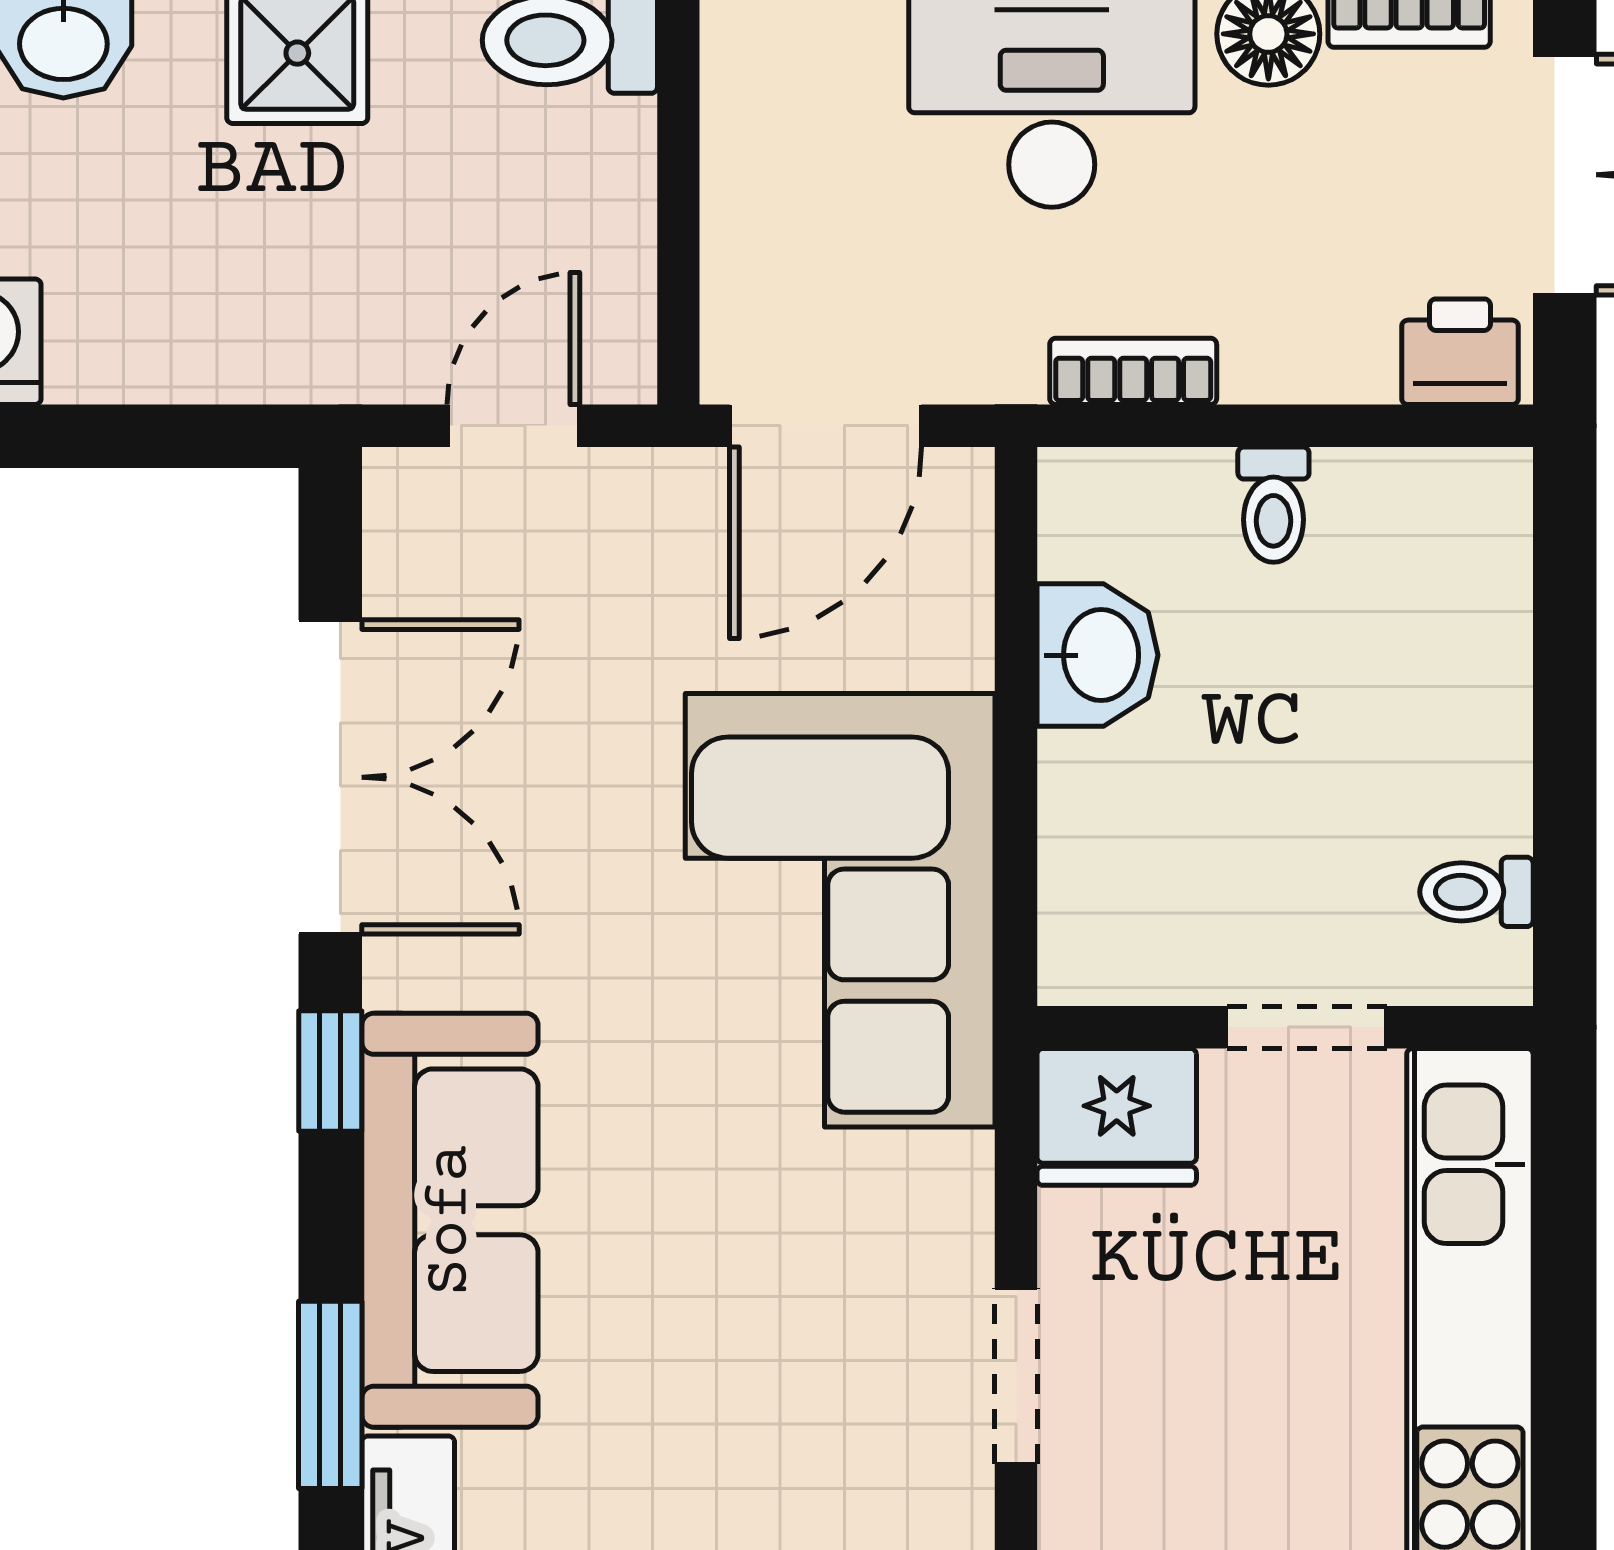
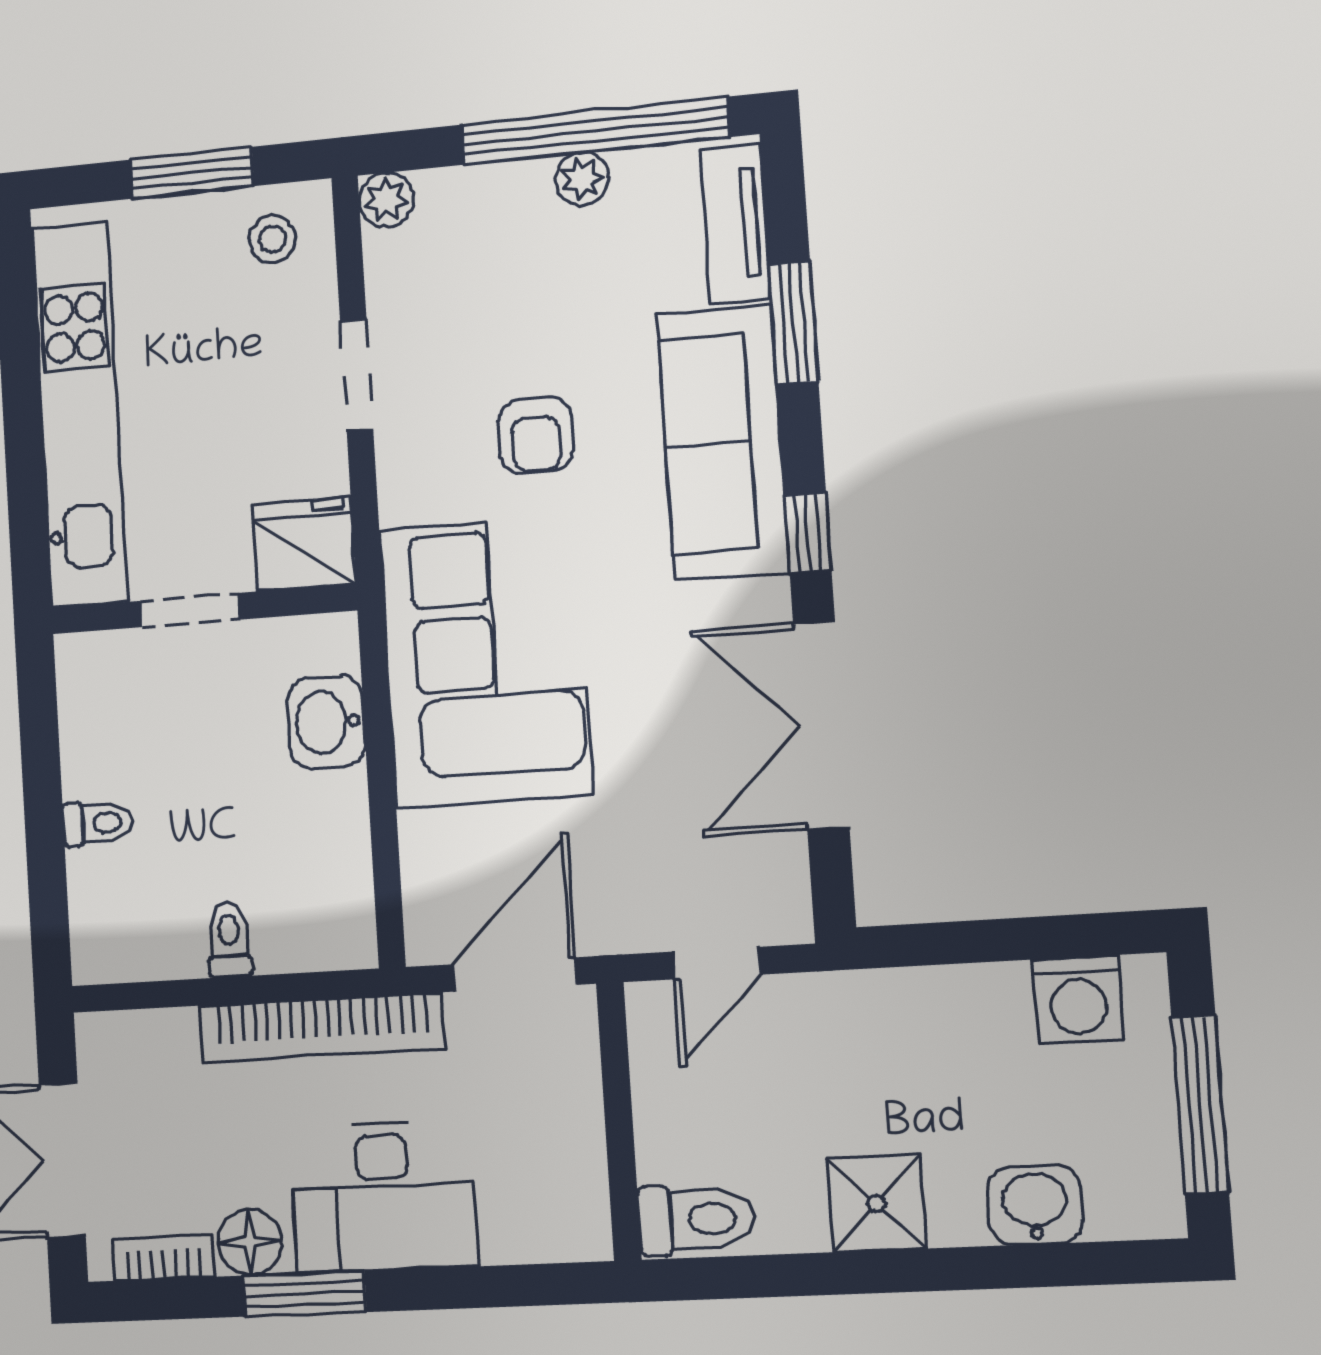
printer: (1460, 352) -> (120, 1044), removed
bookcase: (1133, 371) -> (322, 1027), width x2.31, depth x1.31
washbasin: (1097, 655) -> (326, 722), moved
toilet: (1476, 892) -> (98, 823), moved
armchair: (739, 1257) -> (536, 435), added

